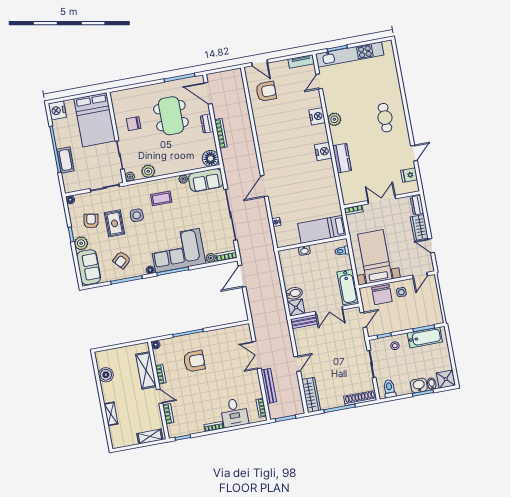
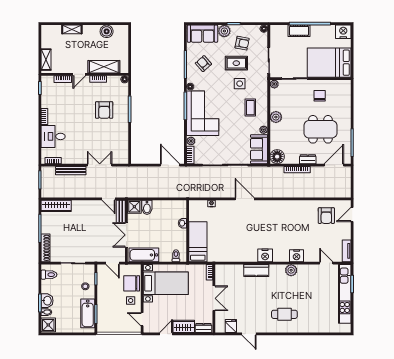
plant: (148, 171) -> (276, 117), moved
door: (297, 364) -> (109, 199), moved

